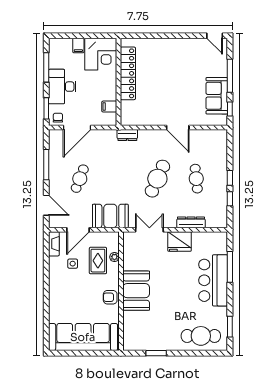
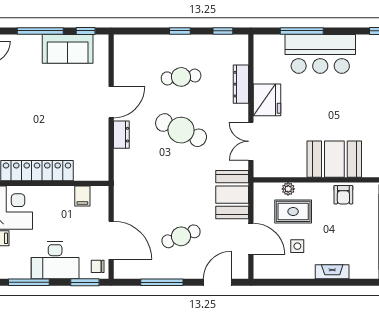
dresser: (127, 135) -> (121, 135), moved
cafe table: (80, 179) -> (181, 236), turned -42
window: (230, 199) -> (223, 31), moved
fireplace: (54, 244) -> (332, 272), moved

